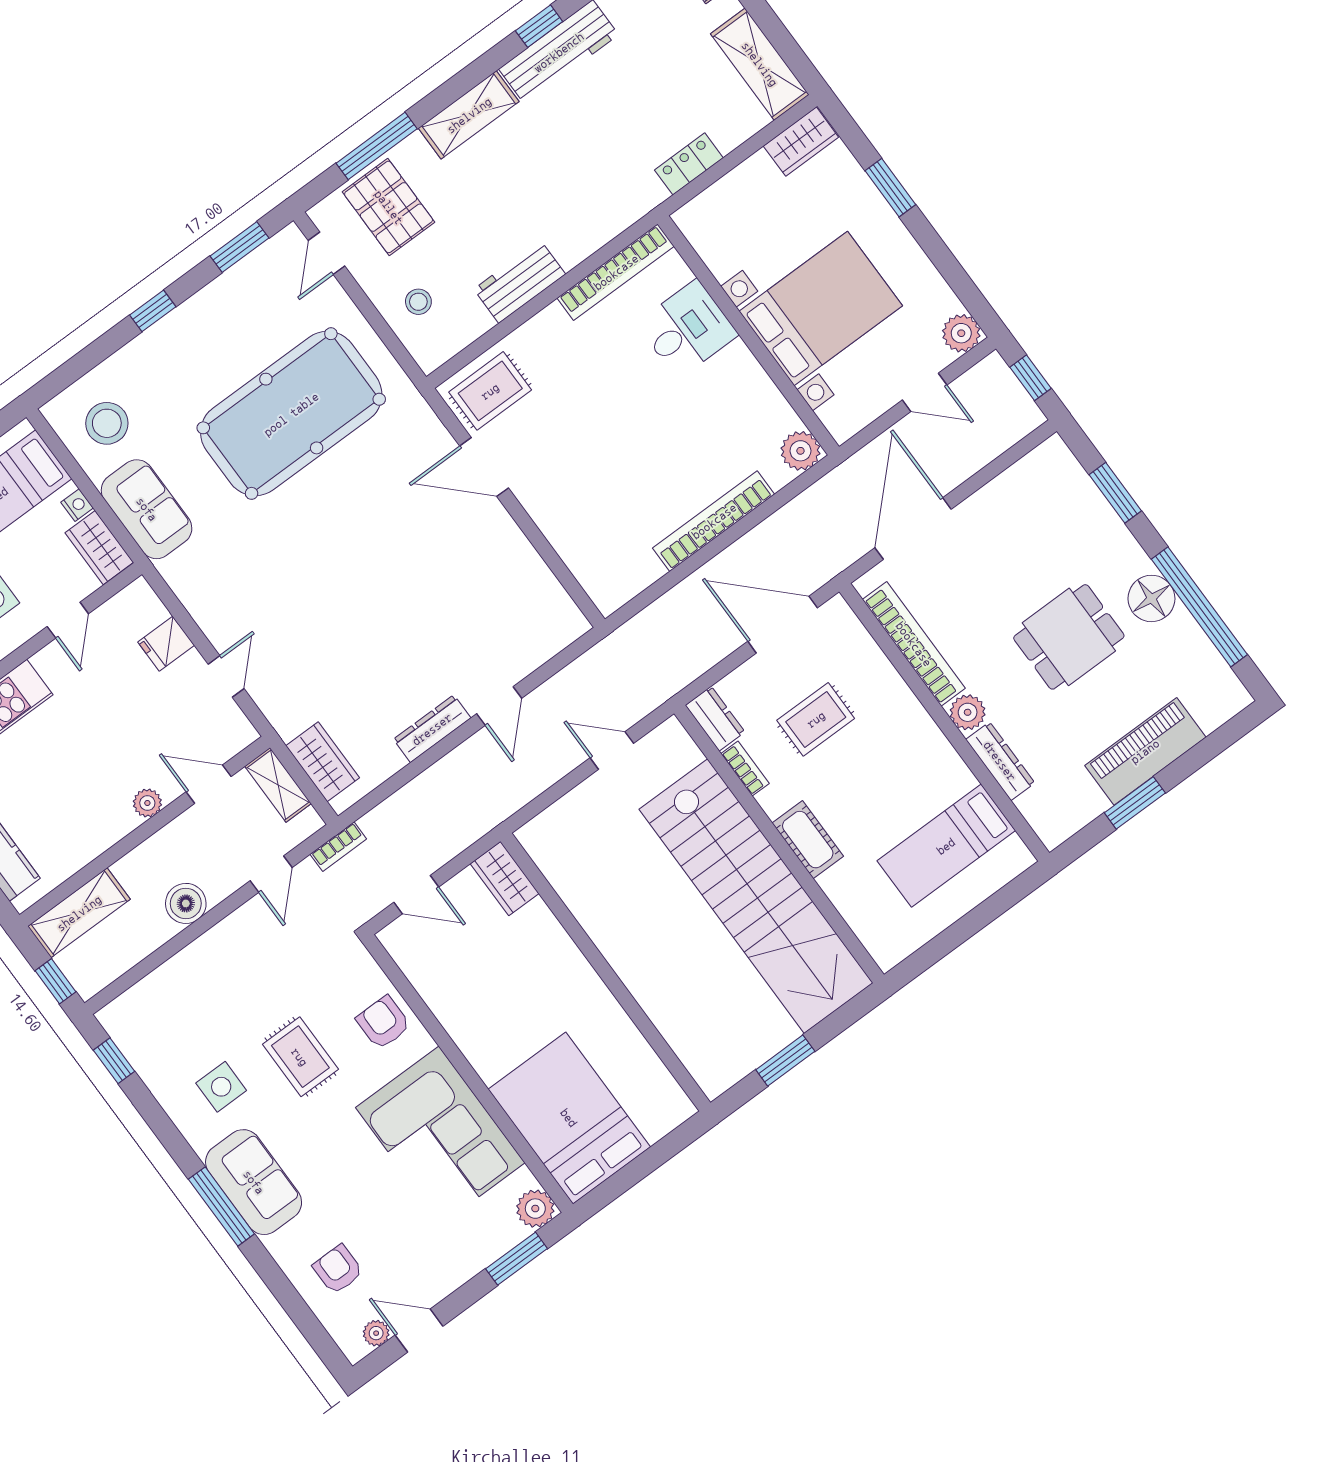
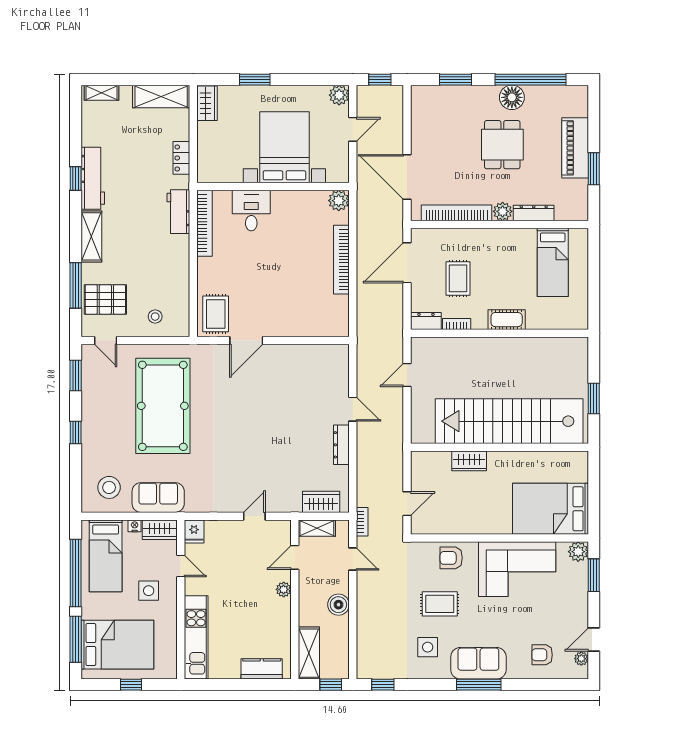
workbench: (520, 282) -> (178, 212), moved
fridge: (166, 644) -> (194, 531), moved
door: (226, 676) -> (254, 516), hinge flipped
wardrobe: (505, 879) -> (469, 461), moved
stairs: (756, 896) -> (509, 421), moved, turned 180

